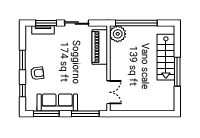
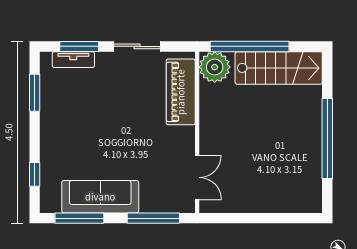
stairs: (166, 57) -> (279, 68), moved, turned -90
window: (23, 60) -> (35, 93), moved
window: (177, 72) -> (327, 138), width x1.46
armchair: (37, 73) -> (62, 141), removed

